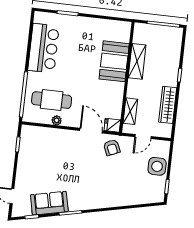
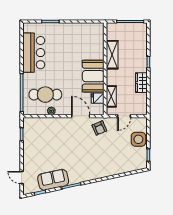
booth: (114, 61) -> (93, 76), moved
wardrobe: (168, 105) -> (141, 83), width x0.67
fridge: (112, 125) -> (98, 98), moved

